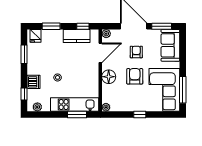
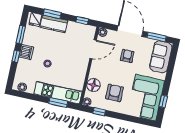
kitchen counter: (77, 36) -> (54, 24), moved
armchair: (135, 76) -> (115, 93), moved
floor lamp: (109, 77) -> (93, 85), moved
dishwasher: (34, 82) -> (26, 52), moved
window: (183, 90) -> (163, 101), width x0.46
window: (24, 94) -> (16, 56), moved
window: (140, 114) -> (99, 112), moved

